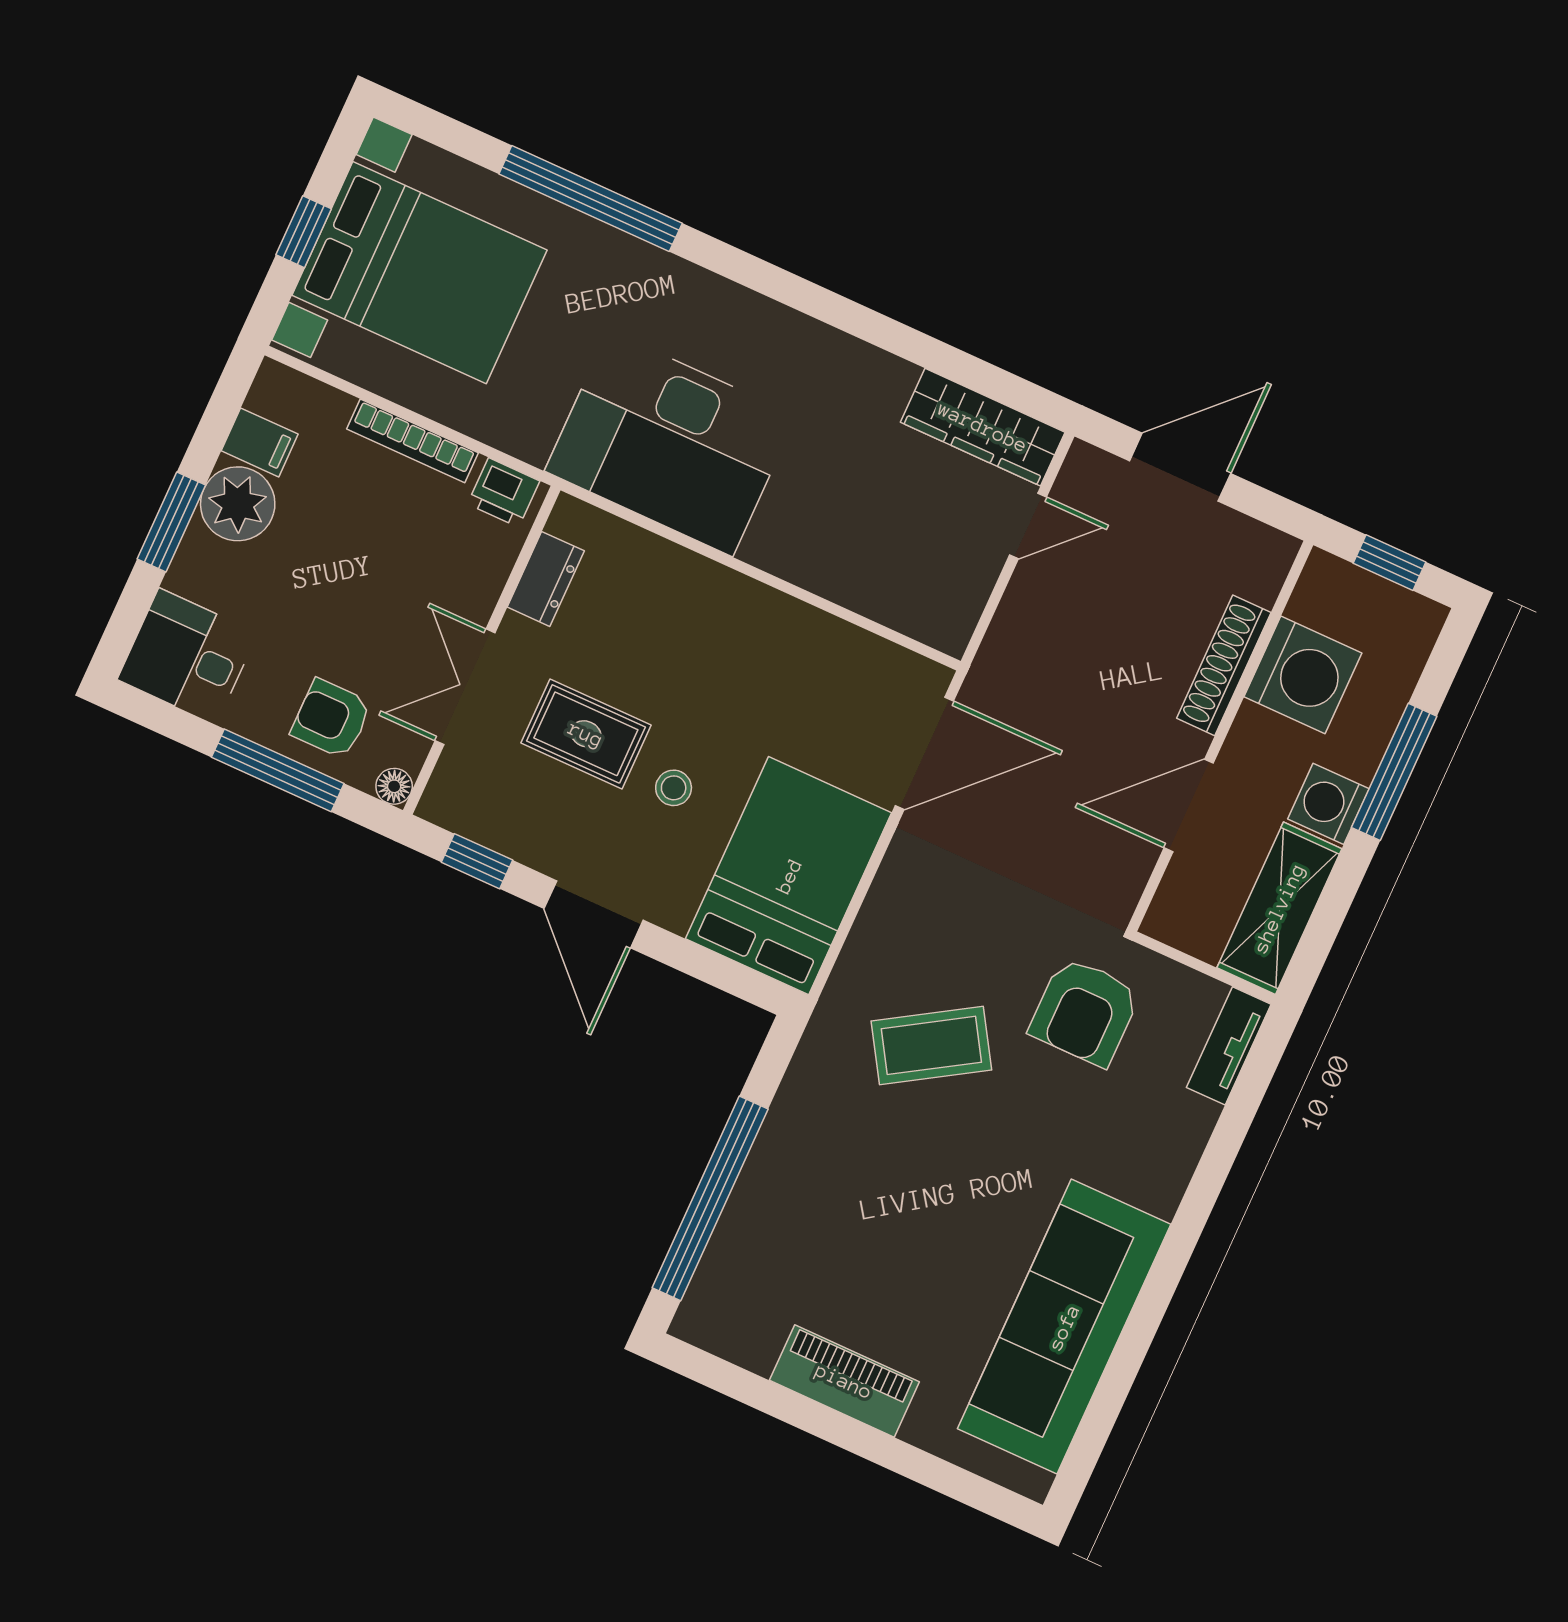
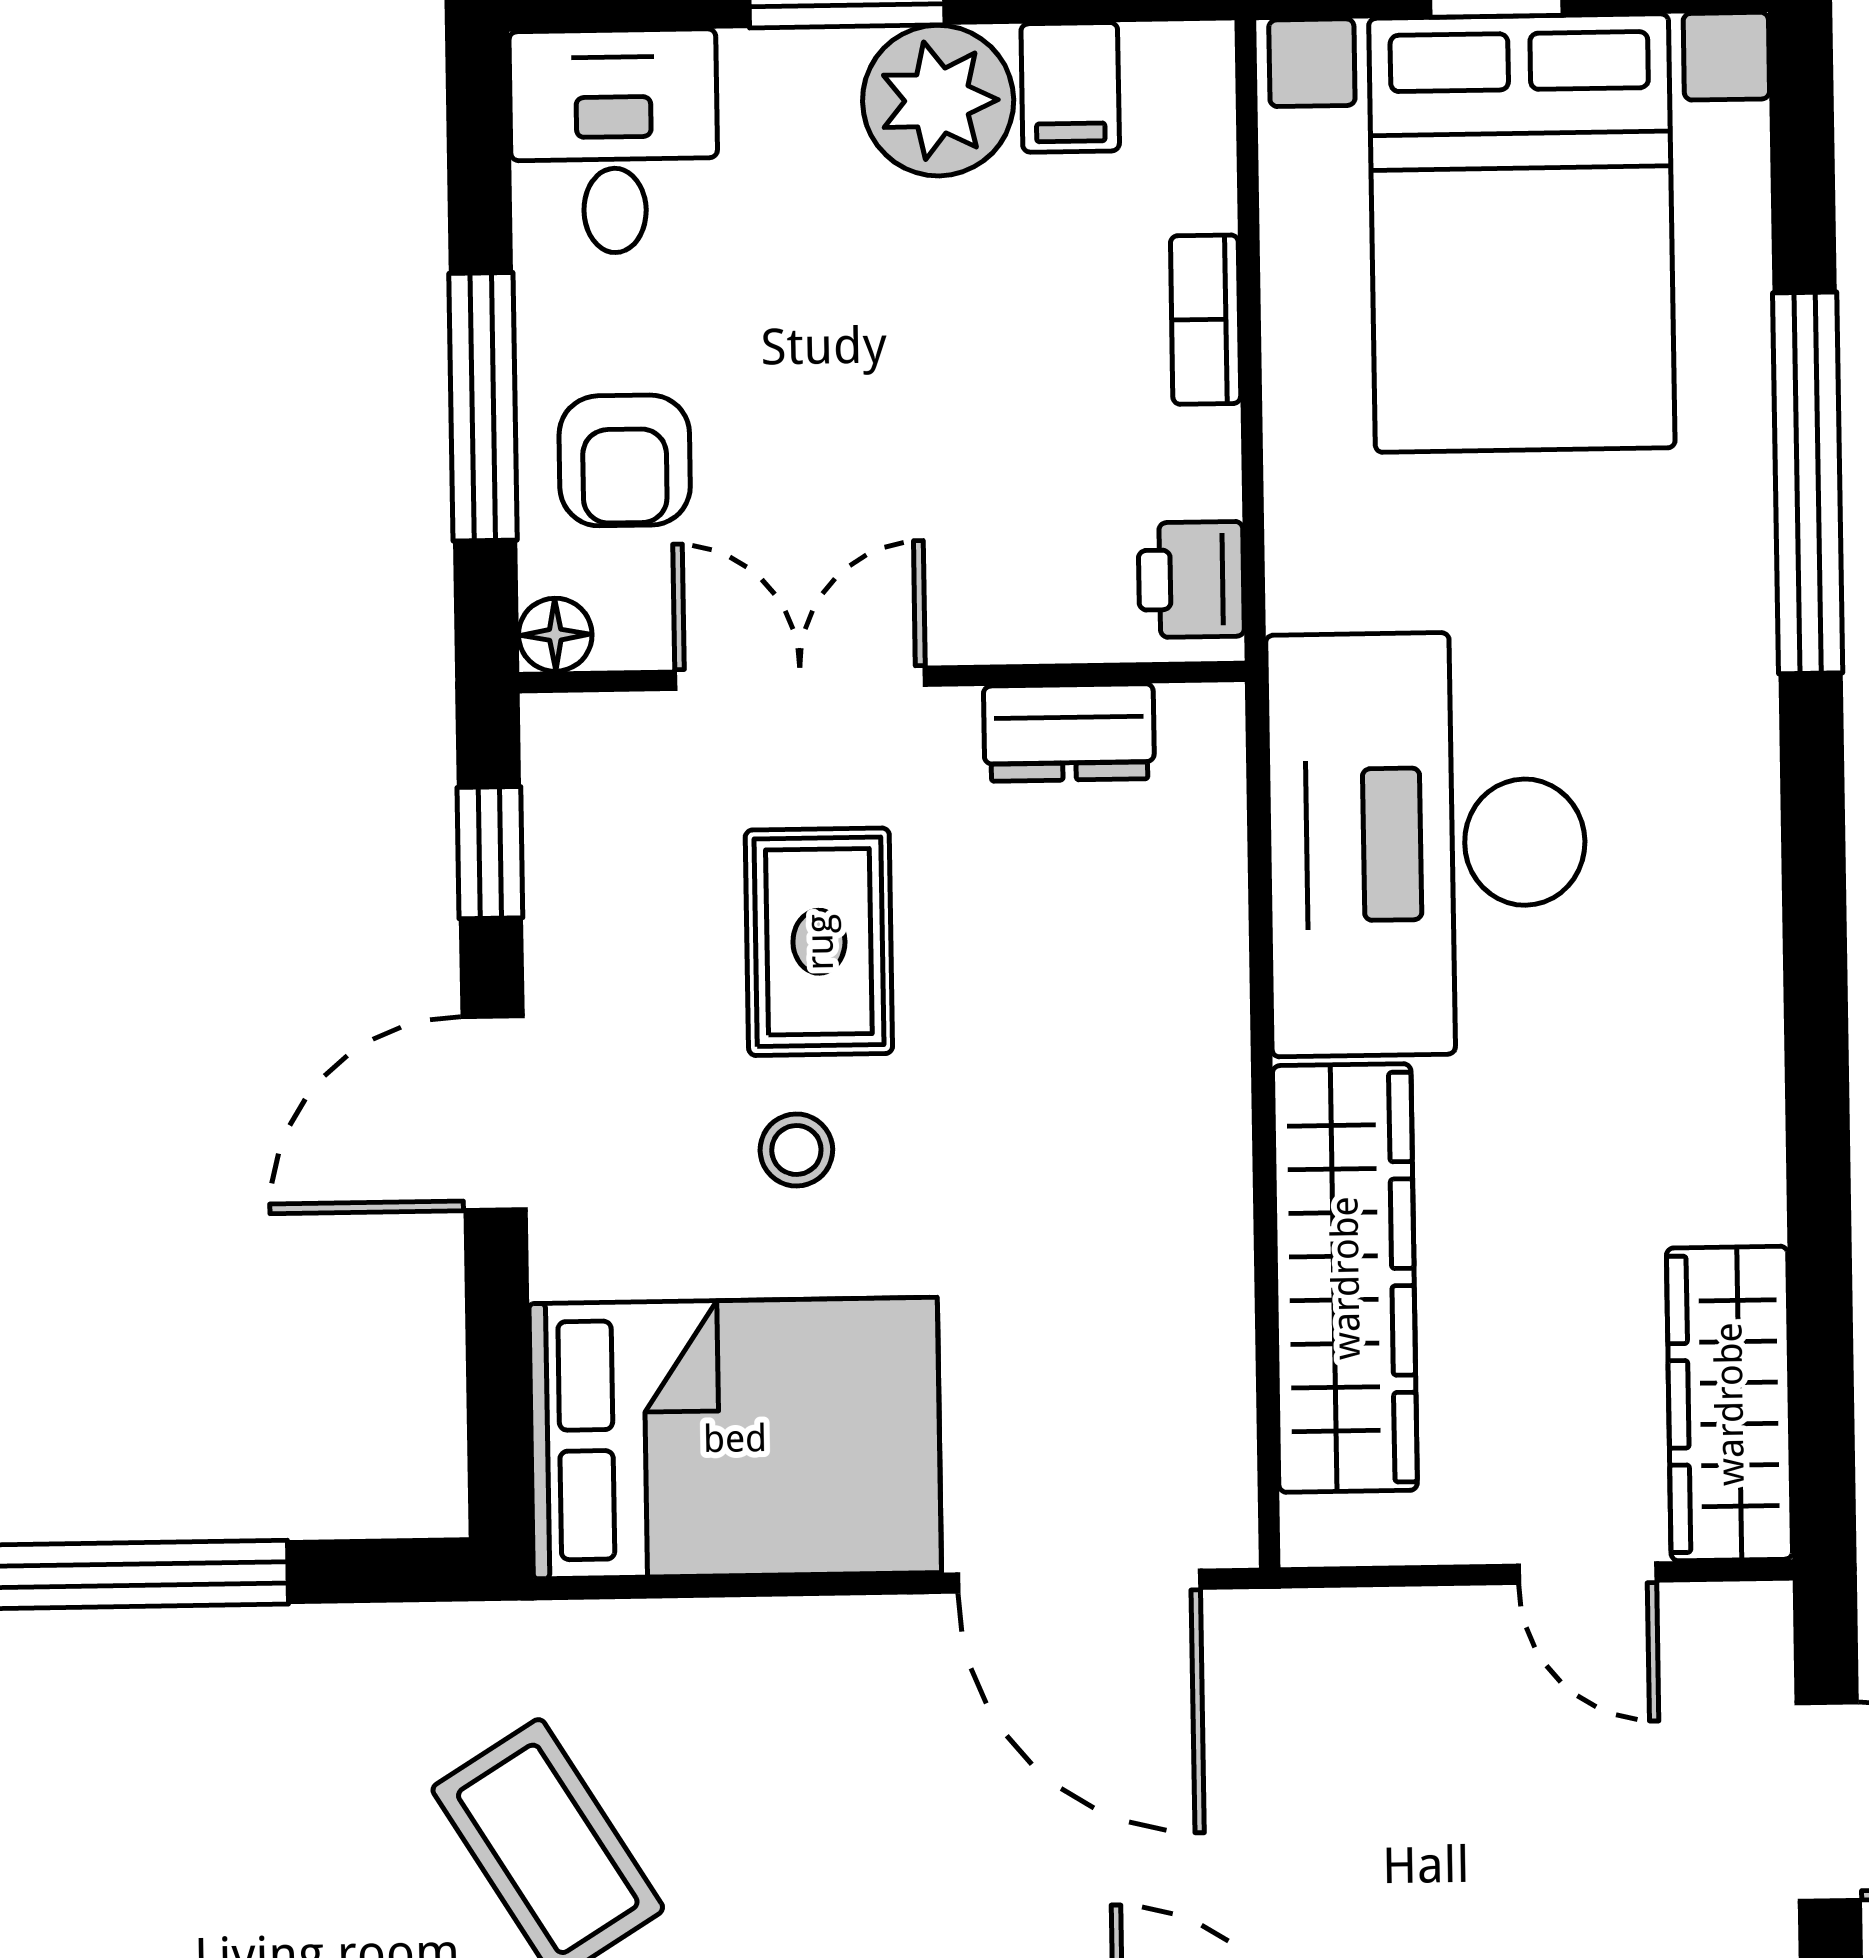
bookcase: (413, 441) -> (1206, 320), width x0.64
wardrobe: (846, 571) -> (1345, 1278), added
armchair: (331, 719) -> (625, 460), turned 180

